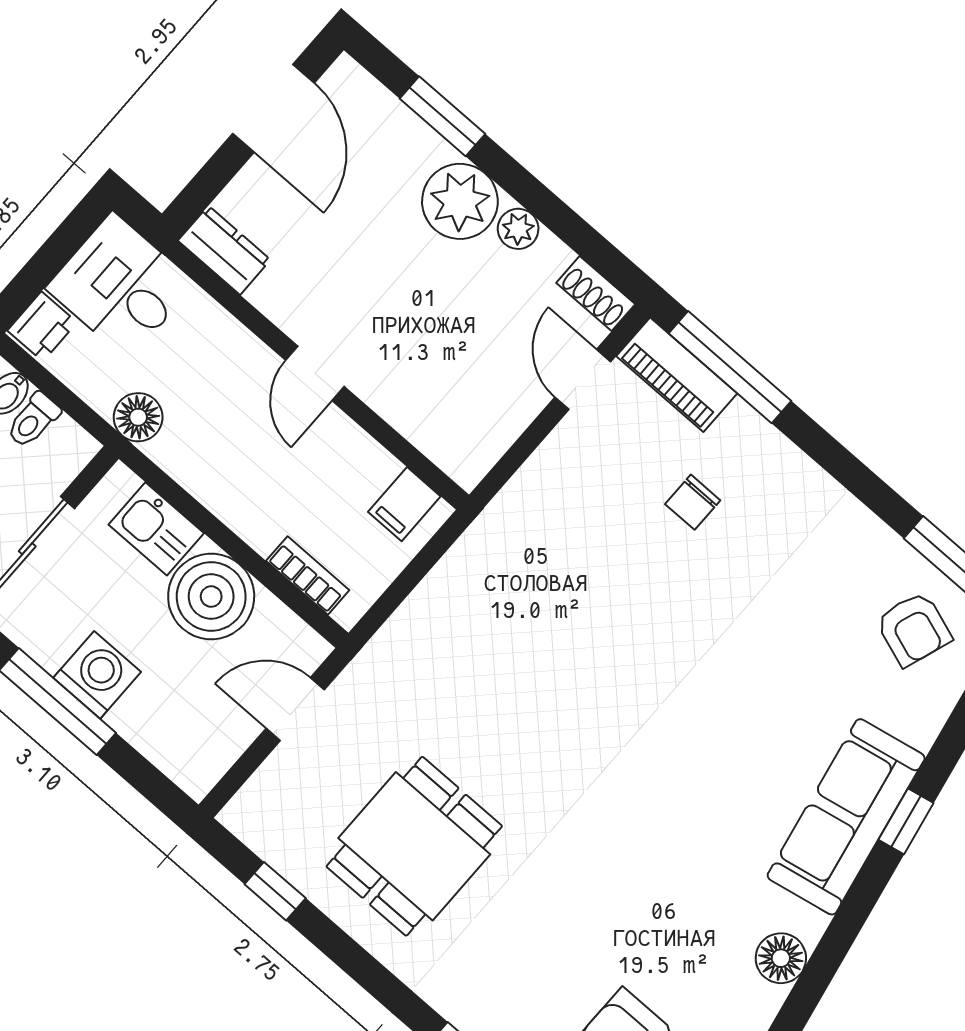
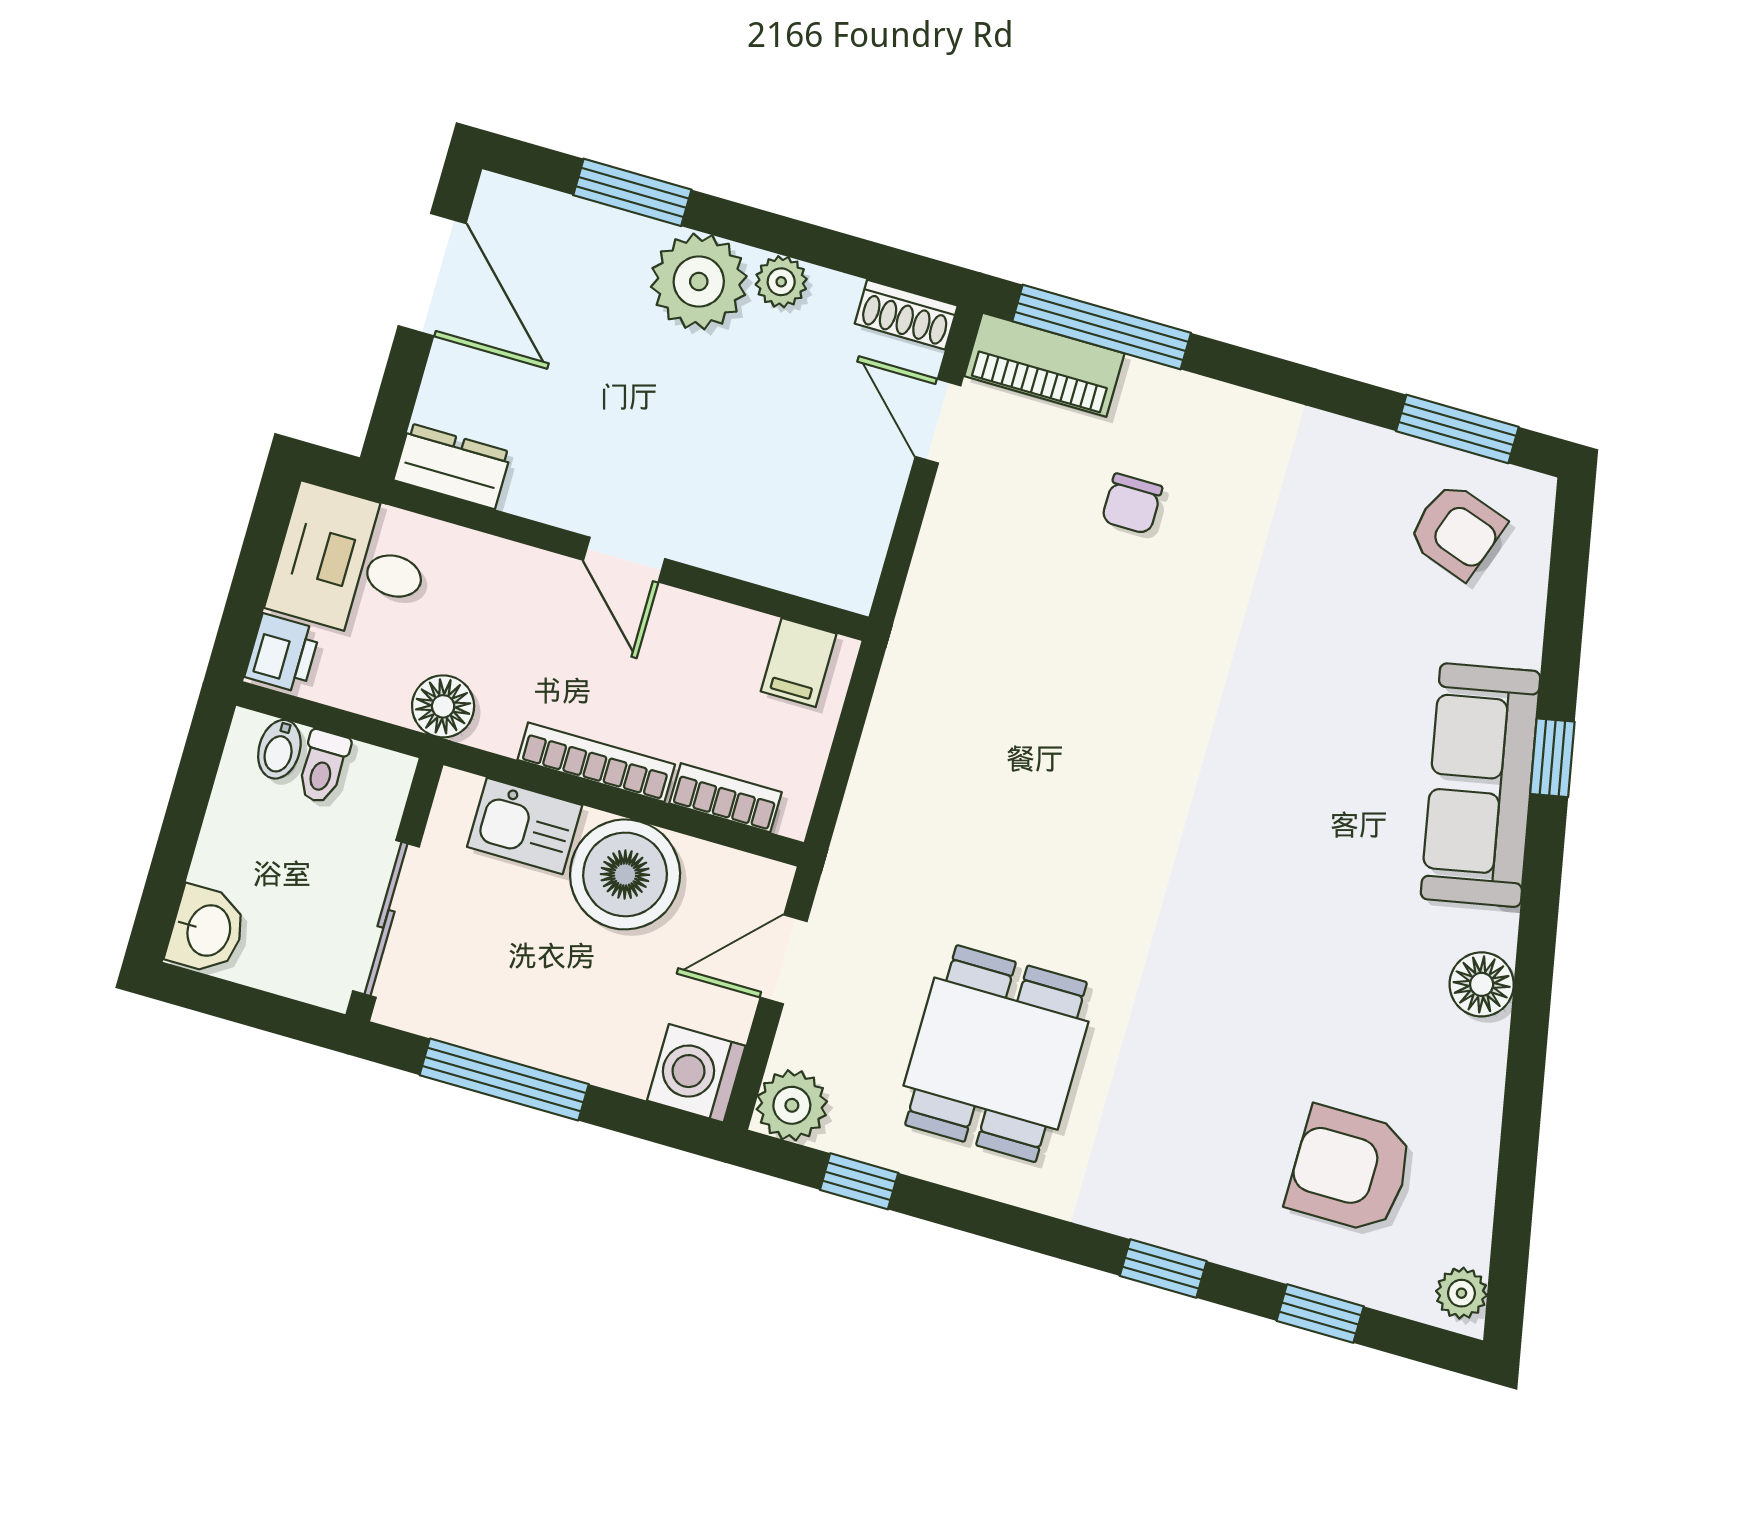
bookcase: (228, 508) -> (596, 762), added
washing machine: (97, 675) -> (696, 1073), moved, turned -90
plant: (253, 815) -> (792, 1105), added

